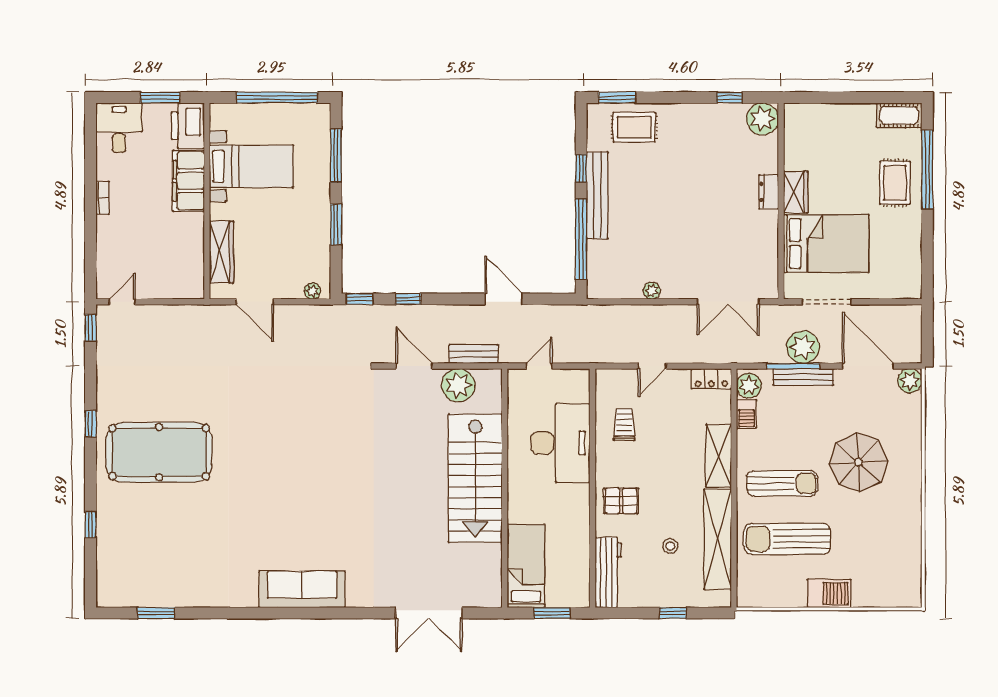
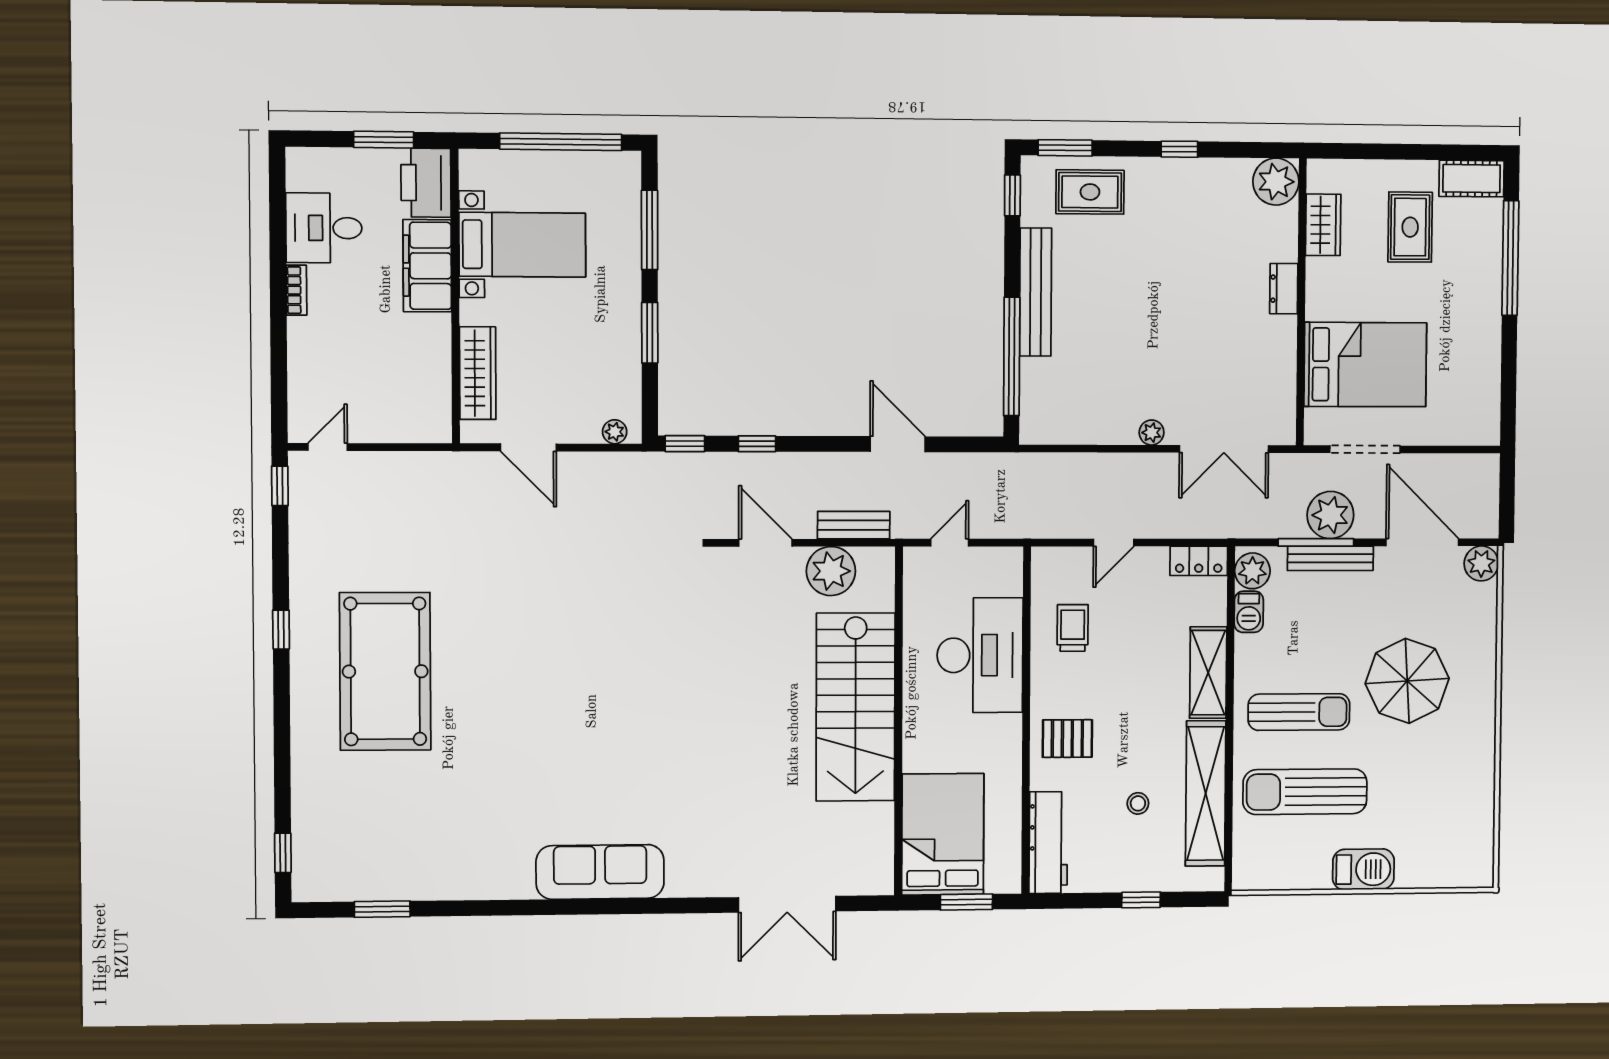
window: (729, 98) -> (1179, 149), moved
desk: (119, 128) -> (324, 228), moved, turned -90
window: (581, 168) -> (1012, 195), moved
rug: (895, 183) -> (1410, 227), moved
wardrobe: (796, 192) -> (1323, 225), moved
plant: (652, 291) -> (1152, 433), moved
pool table: (159, 452) -> (385, 671), turned 90
window: (91, 525) -> (283, 853), moved
bed: (526, 566) -> (943, 834), width x1.50

